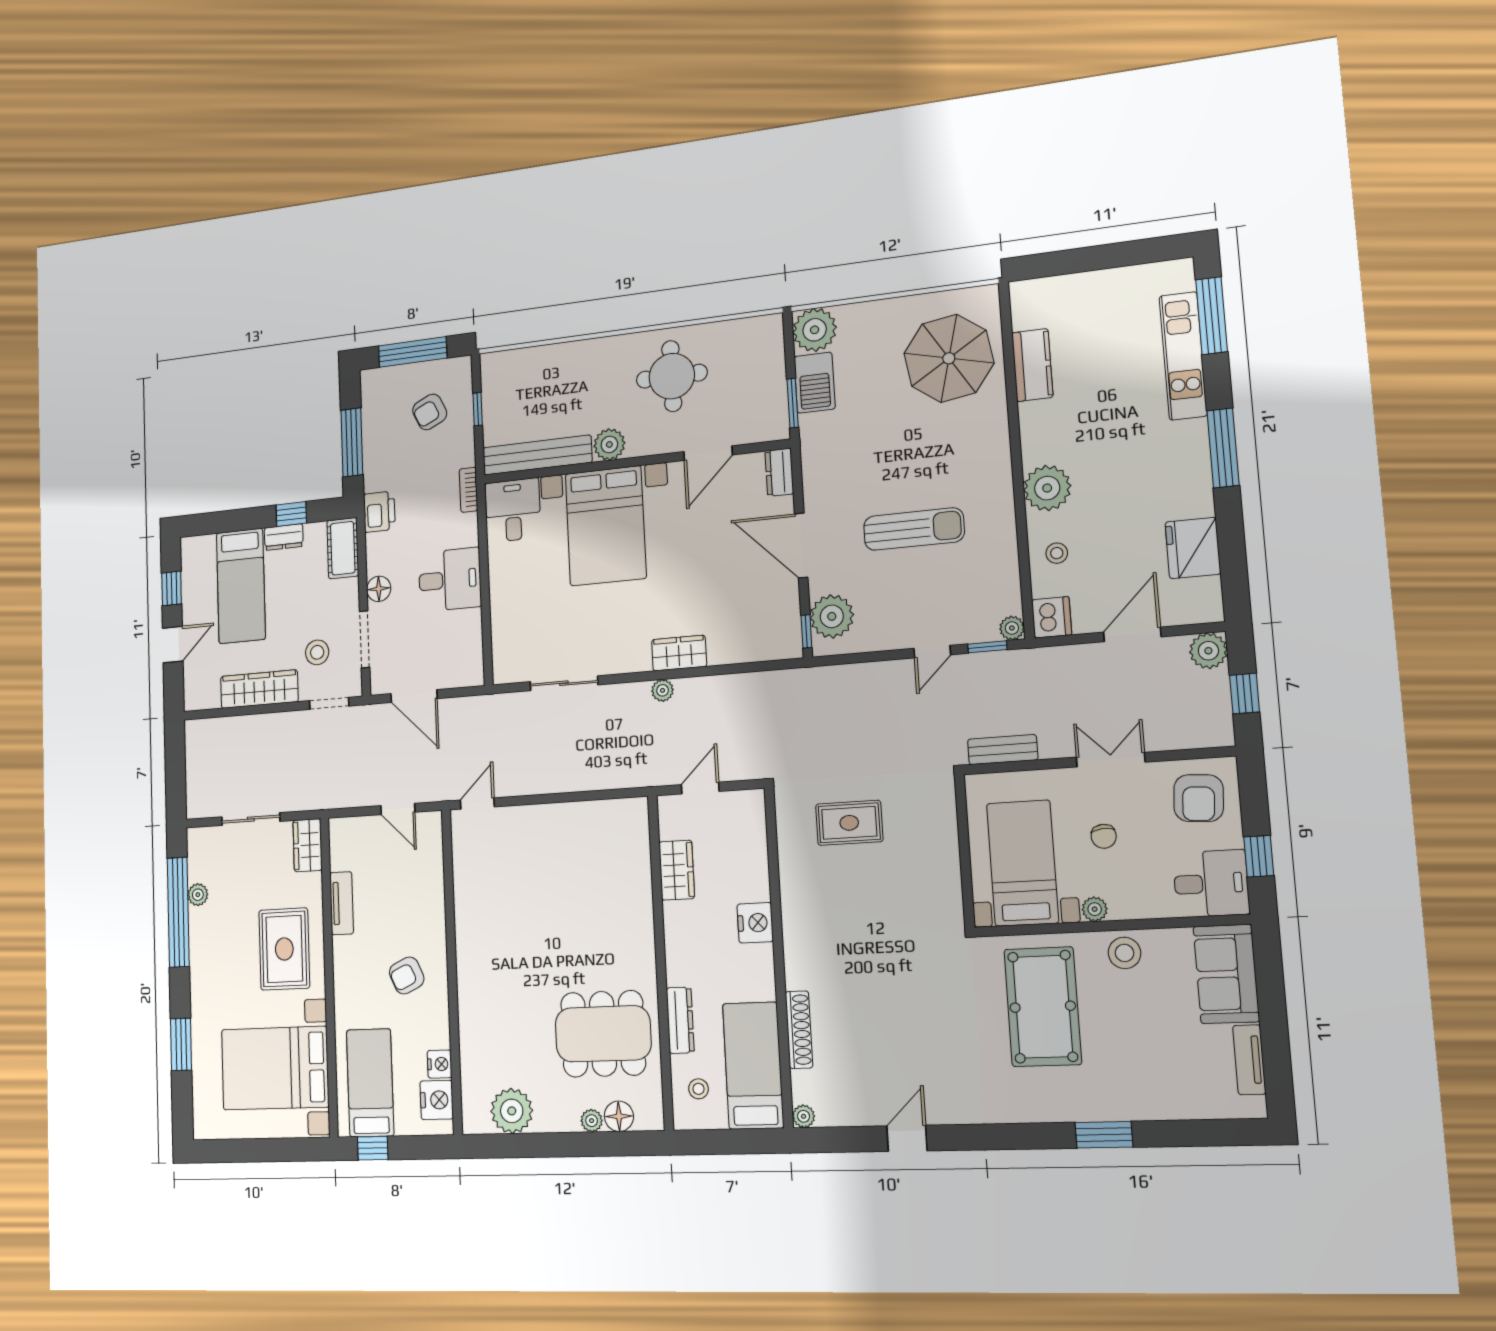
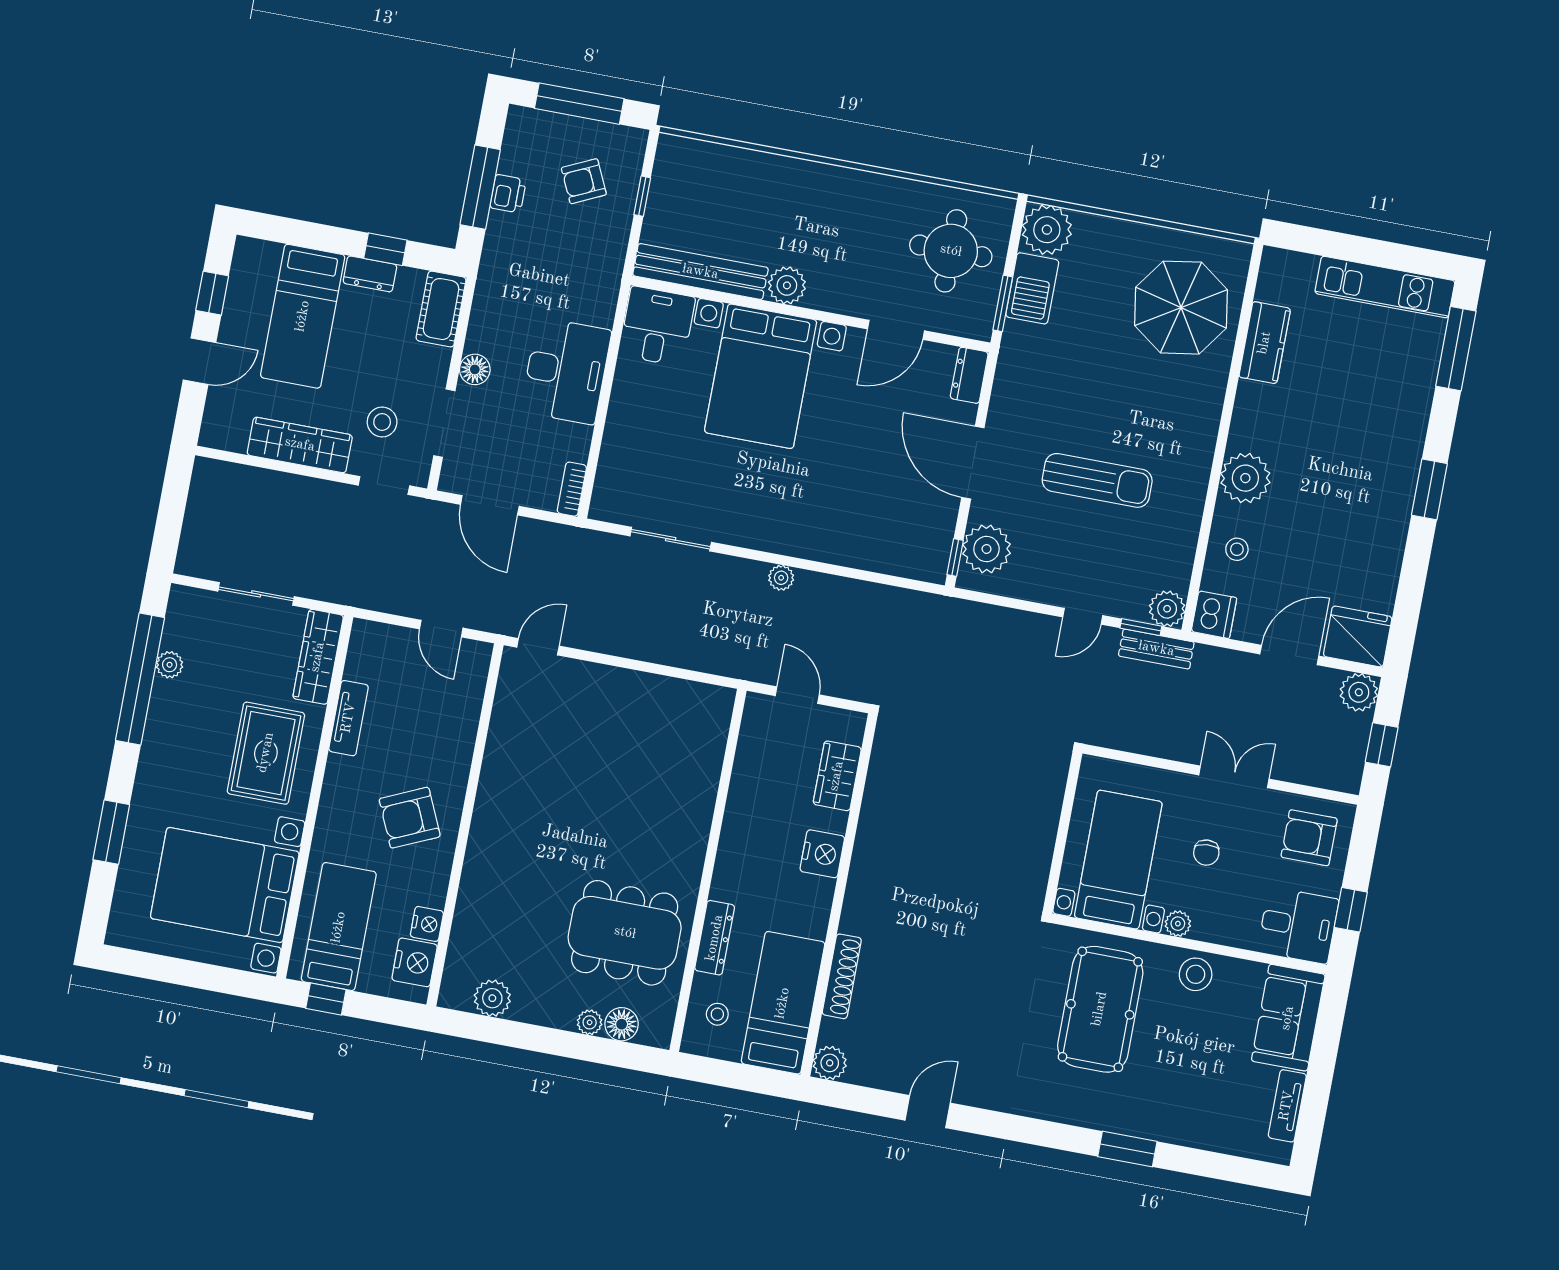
kitchen unit: (1183, 356) -> (1385, 287), moved, turned -90
round table: (672, 376) -> (951, 251), moved
window: (1223, 448) -> (1429, 489), width x0.69
bookcase: (469, 490) -> (572, 489), moved
printer: (379, 512) -> (508, 194), moved, width x0.73, depth x0.81
fridge: (1193, 548) -> (1358, 636), moved, turned 90
desk: (450, 580) -> (566, 371), width x1.37
plant: (1012, 628) -> (1167, 609), width x1.38, depth x1.38
wardrobe: (679, 653) -> (810, 542), removed
bench: (1003, 750) -> (1156, 649), moved
door: (700, 788) -> (797, 695), hinge flipped
armchair: (1199, 798) -> (1309, 838), turned 86
rug: (849, 823) -> (950, 773), removed
wardrobe: (308, 845) -> (318, 657), width x1.50
wardrobe: (677, 870) -> (837, 776), moved, turned 180
armchair: (407, 975) -> (410, 818), width x1.38, depth x1.38
plant: (512, 1111) -> (492, 998), width x0.73, depth x0.73
plant: (804, 1116) -> (830, 1063), width x1.38, depth x1.38

